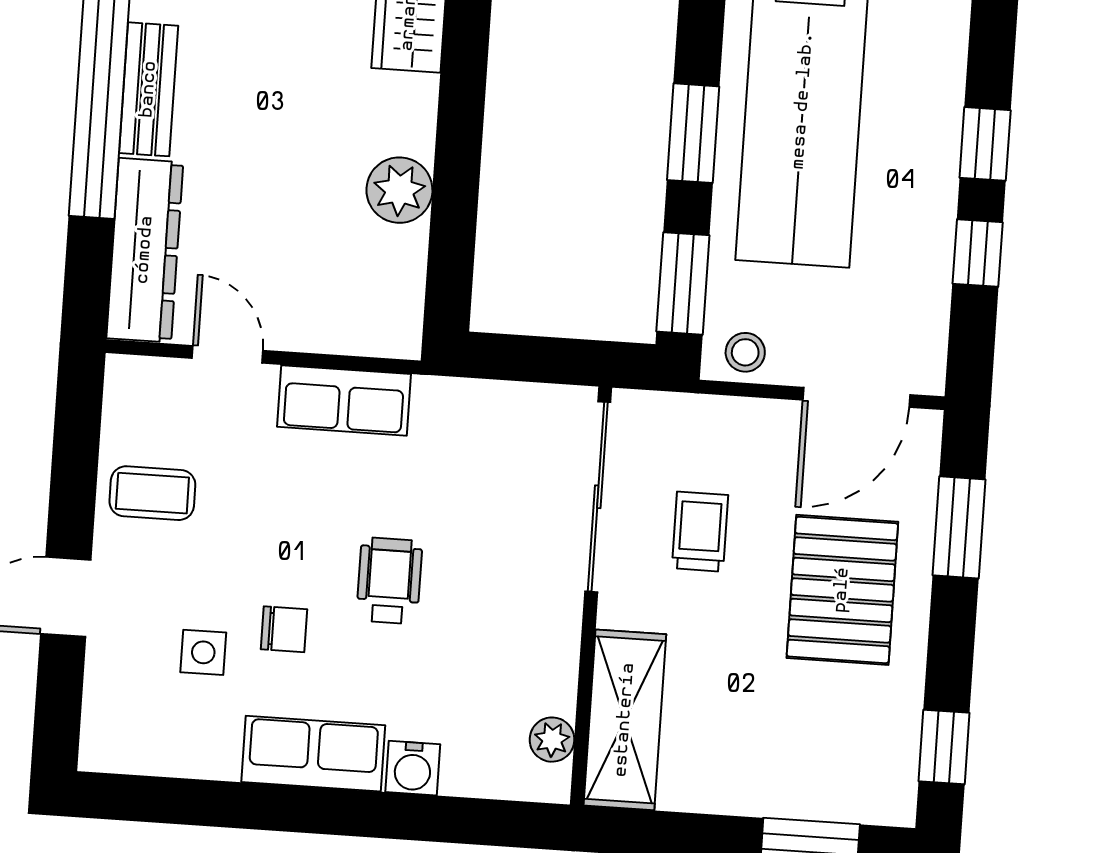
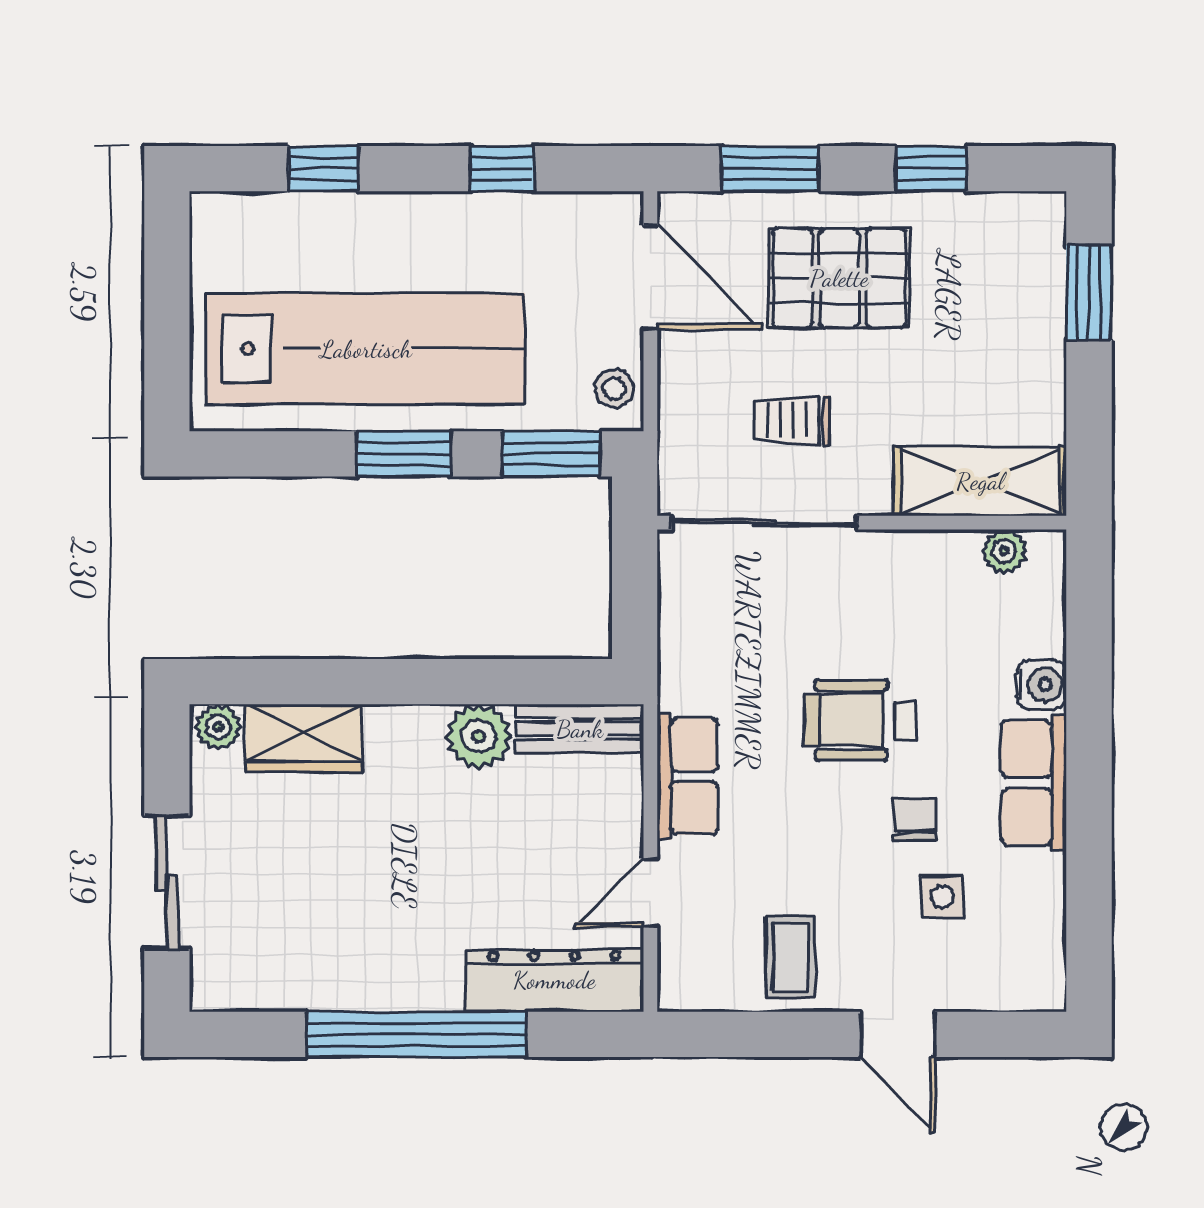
bench: (149, 89) -> (580, 729), moved
window: (985, 144) -> (323, 169), moved
wheelchair: (389, 581) -> (860, 720), width x1.36, depth x1.37
window: (944, 747) -> (931, 169), moved

